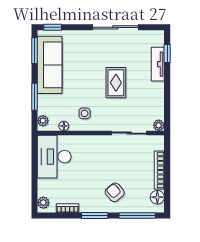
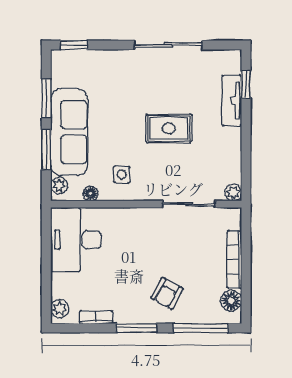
window: (34, 51) -> (46, 99), moved
sofa: (50, 65) -> (69, 132), moved
rug: (116, 83) -> (169, 128), turned 90
armchair: (115, 192) -> (167, 293), turned -111

